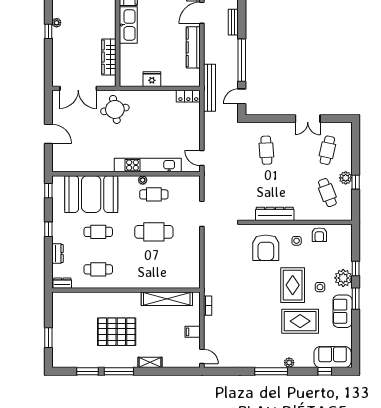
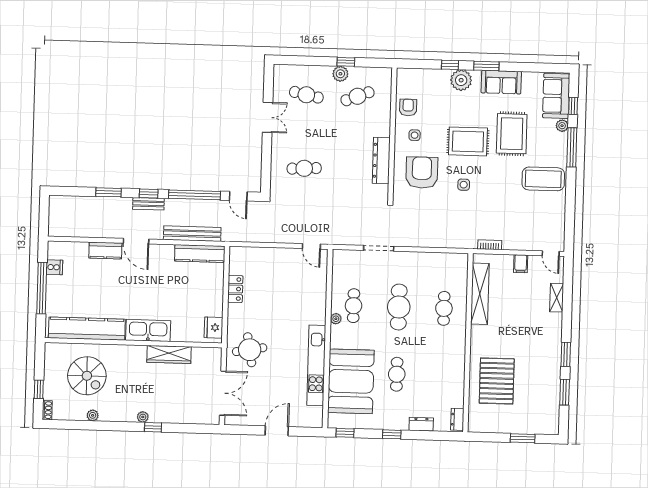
window: (242, 22) -> (149, 194), added
kitchen counter: (193, 47) -> (200, 254), moved
wardrobe: (109, 57) -> (169, 354), moved
fridge: (152, 79) -> (214, 328), moved
bench: (210, 88) -> (192, 234), moved
locker: (188, 96) -> (235, 289), moved
door: (202, 158) -> (311, 246), hinge flipped
kitchen unit: (148, 165) -> (316, 365), moved
armchair: (319, 235) -> (408, 107), turned -90
armchair: (266, 248) -> (422, 173), turned -90
cafe table: (98, 269) -> (444, 308), moved
side table: (320, 287) -> (464, 185), moved
pallet: (117, 332) -> (497, 381), moved
coffee table: (264, 348) -> (543, 179), added
door: (202, 356) -> (551, 253), swing flipped
shelving: (150, 362) -> (557, 298), moved
plant: (289, 363) -> (562, 126), moved
window: (119, 371) -> (566, 354), width x0.69
window: (271, 371) -> (572, 147), moved

